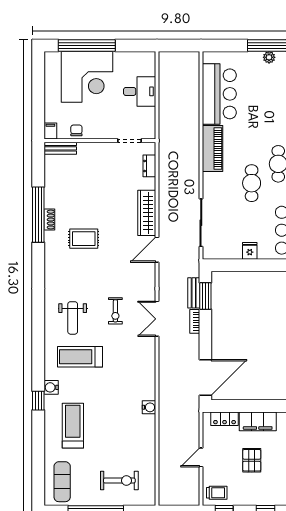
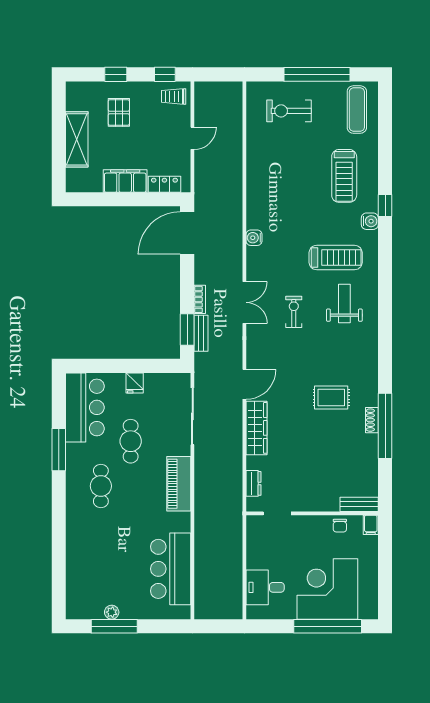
desk: (140, 91) -> (265, 587), moved
piano: (212, 149) -> (179, 484), moved
cafe table: (252, 183) -> (131, 441), moved
water cooler: (149, 407) -> (254, 238), moved
pallet: (252, 460) -> (119, 112), moved

